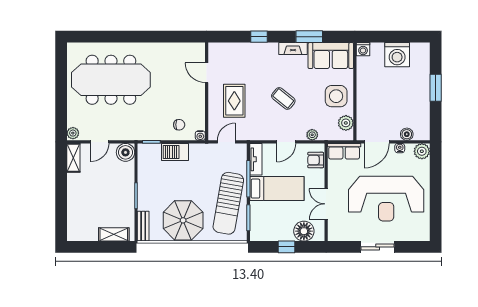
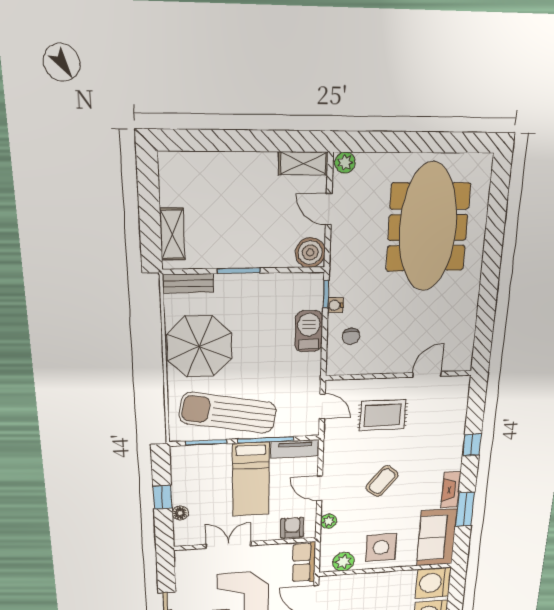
washing machine: (363, 49) -> (433, 583), width x1.89, depth x1.89
water cooler: (200, 136) -> (335, 305), moved
floor lamp: (304, 231) -> (180, 513), width x0.53, depth x0.53

